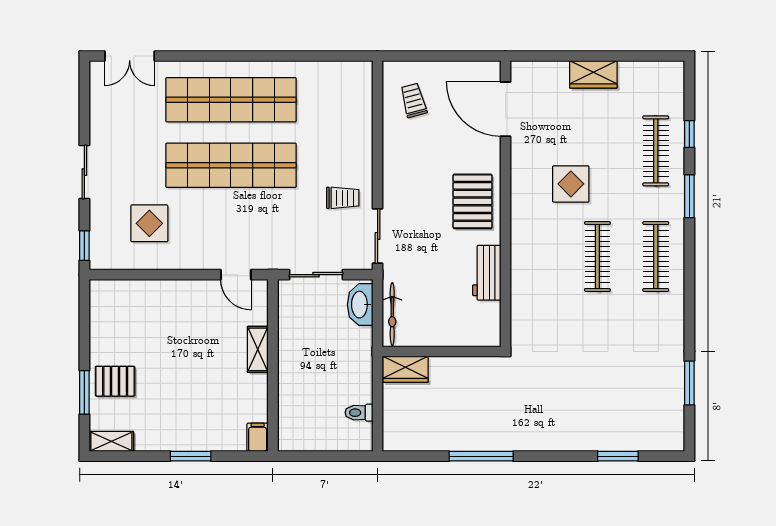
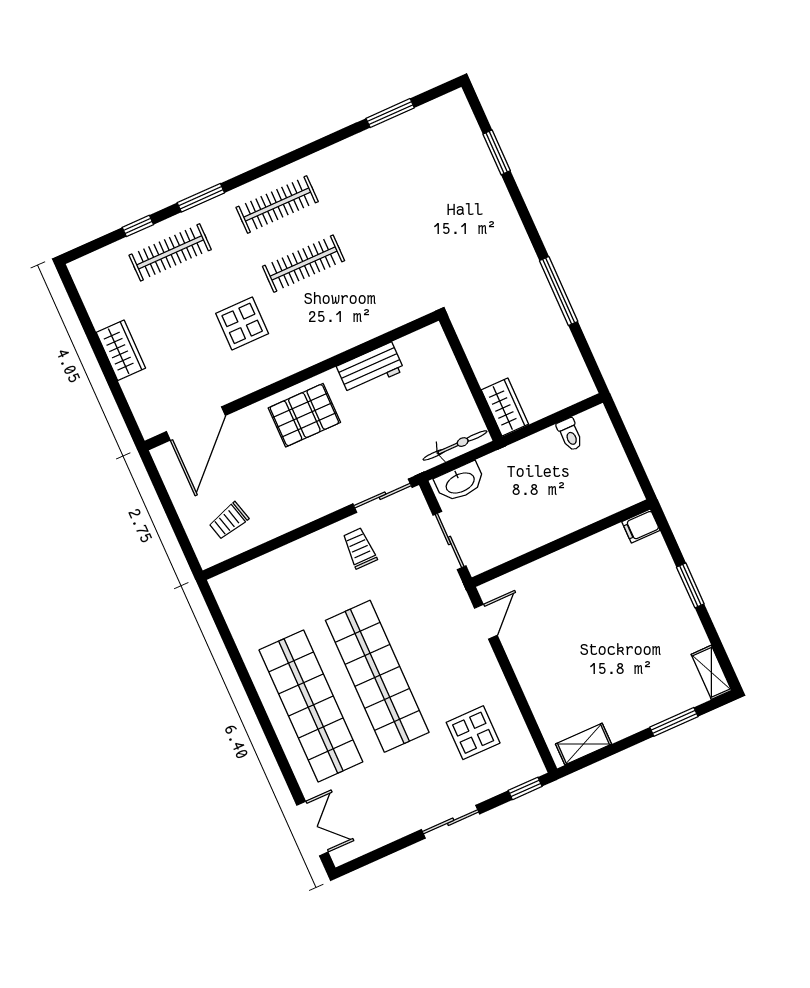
shelving: (258, 349) -> (583, 744), moved
pallet: (115, 381) -> (649, 696), removed

